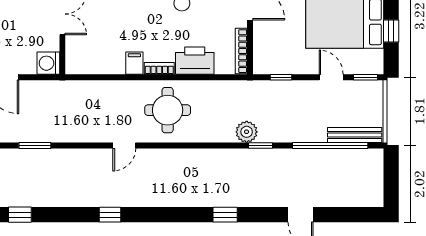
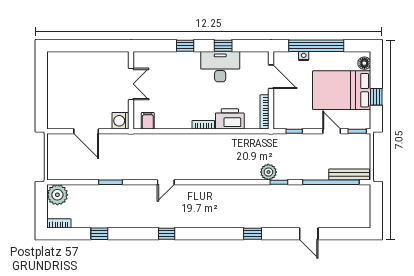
filing cabinet: (134, 63) -> (148, 121), moved
round table: (168, 110) -> (210, 156), removed
door: (124, 145) -> (166, 182), moved

